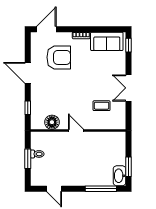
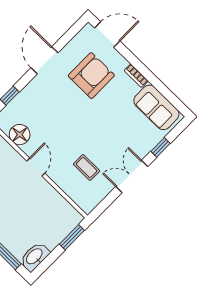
window: (129, 45) -> (160, 147), moved
armchair: (59, 57) -> (91, 76), turned -90
window: (129, 167) -> (72, 237), moved

